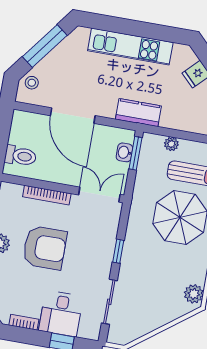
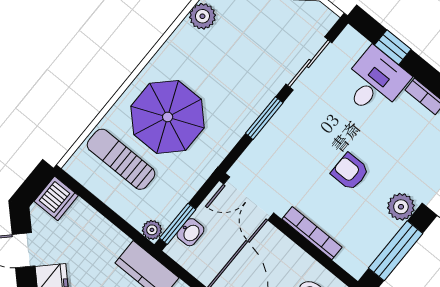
plant: (171, 144) -> (152, 230), moved
armchair: (45, 248) -> (350, 172), width x0.53, depth x0.53
window: (118, 251) -> (264, 118), width x1.50

